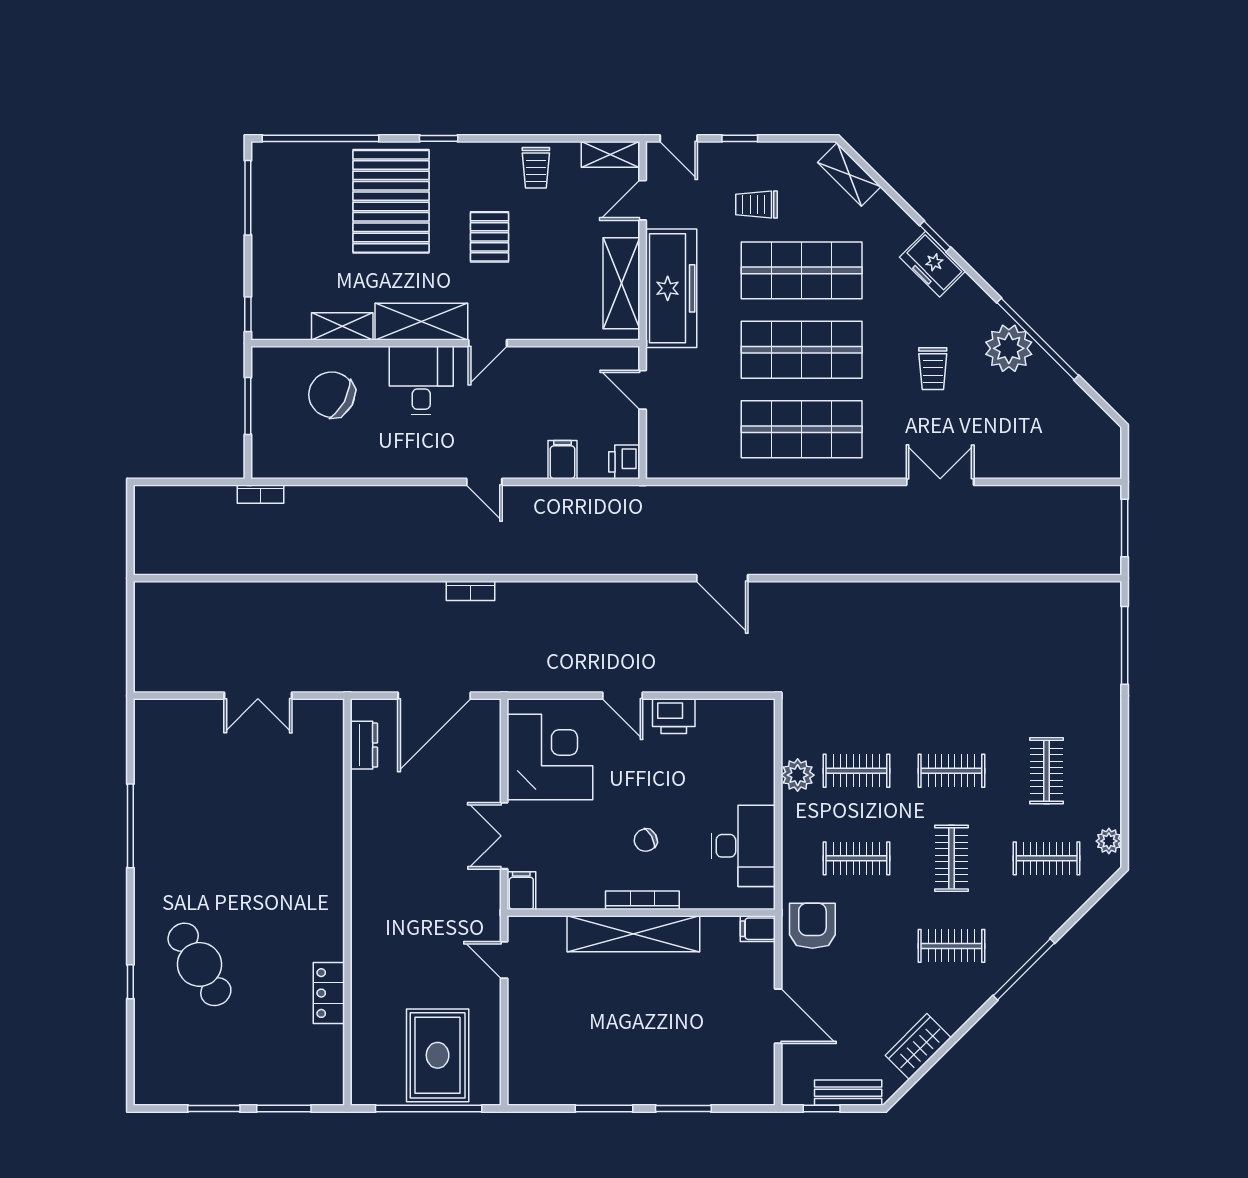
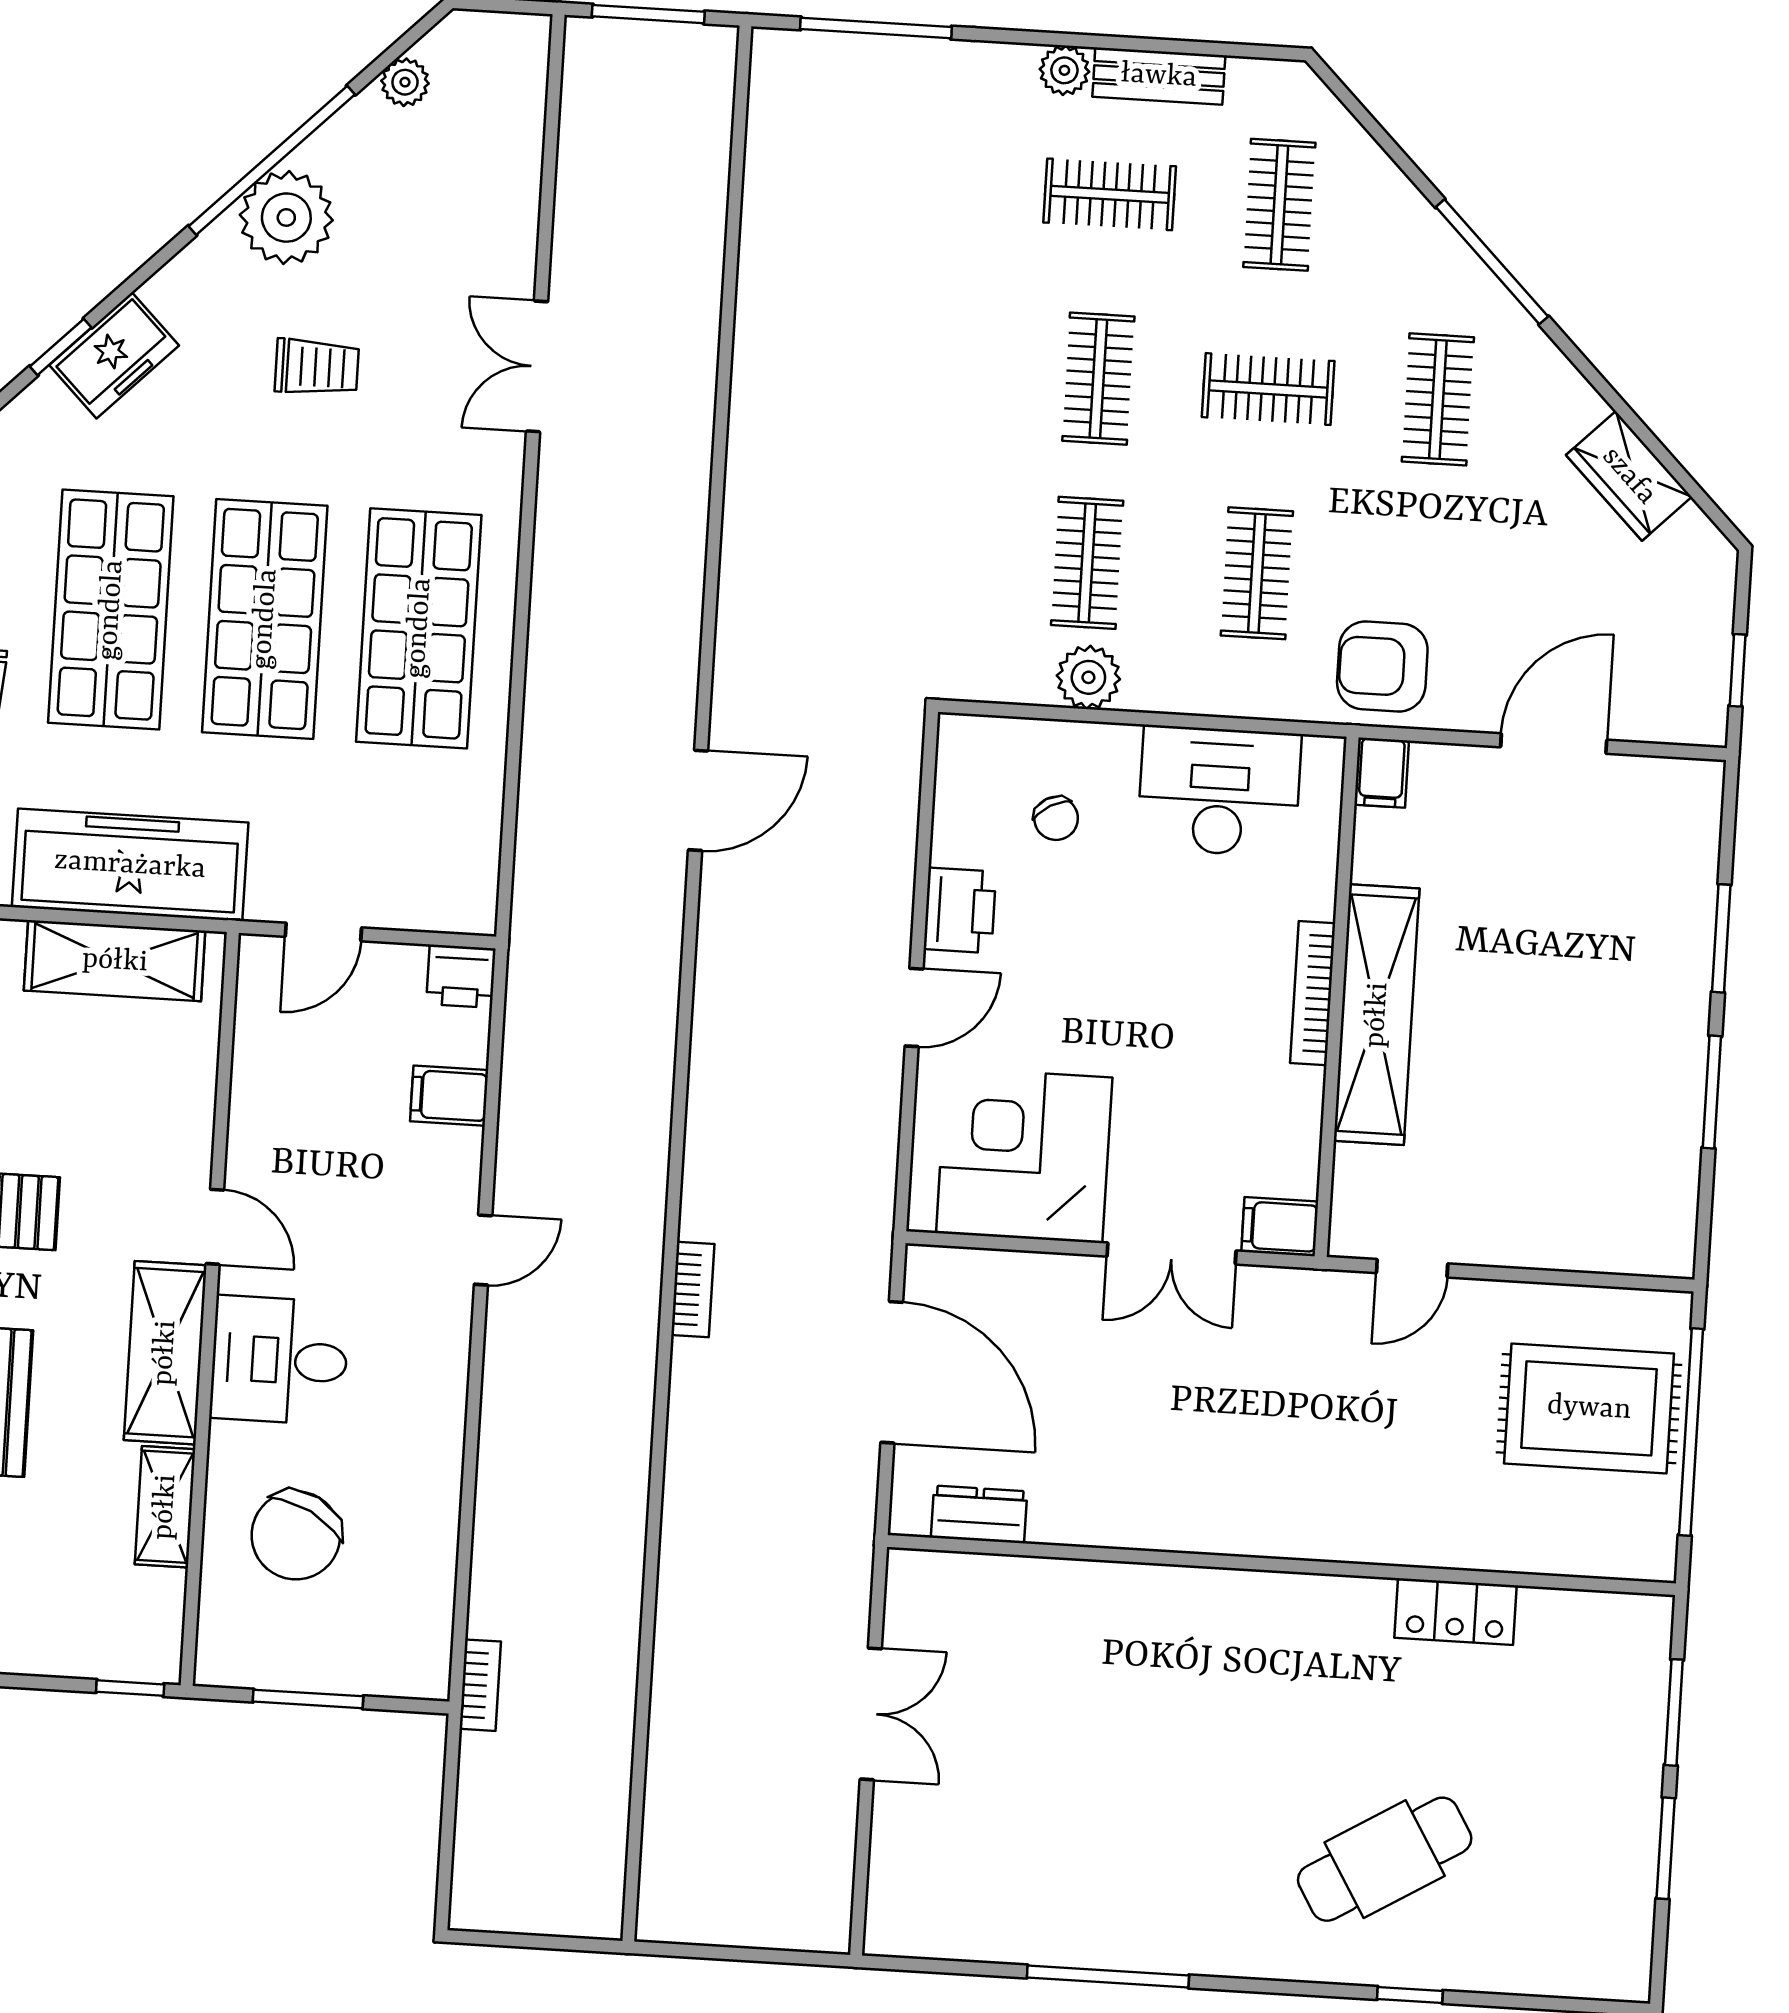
plant: (1082, 405) -> (405, 82), added
chair: (646, 840) -> (1056, 818), moved
plant: (1109, 841) -> (1064, 70), moved
bench: (848, 1093) -> (1159, 76), moved, turned 90

